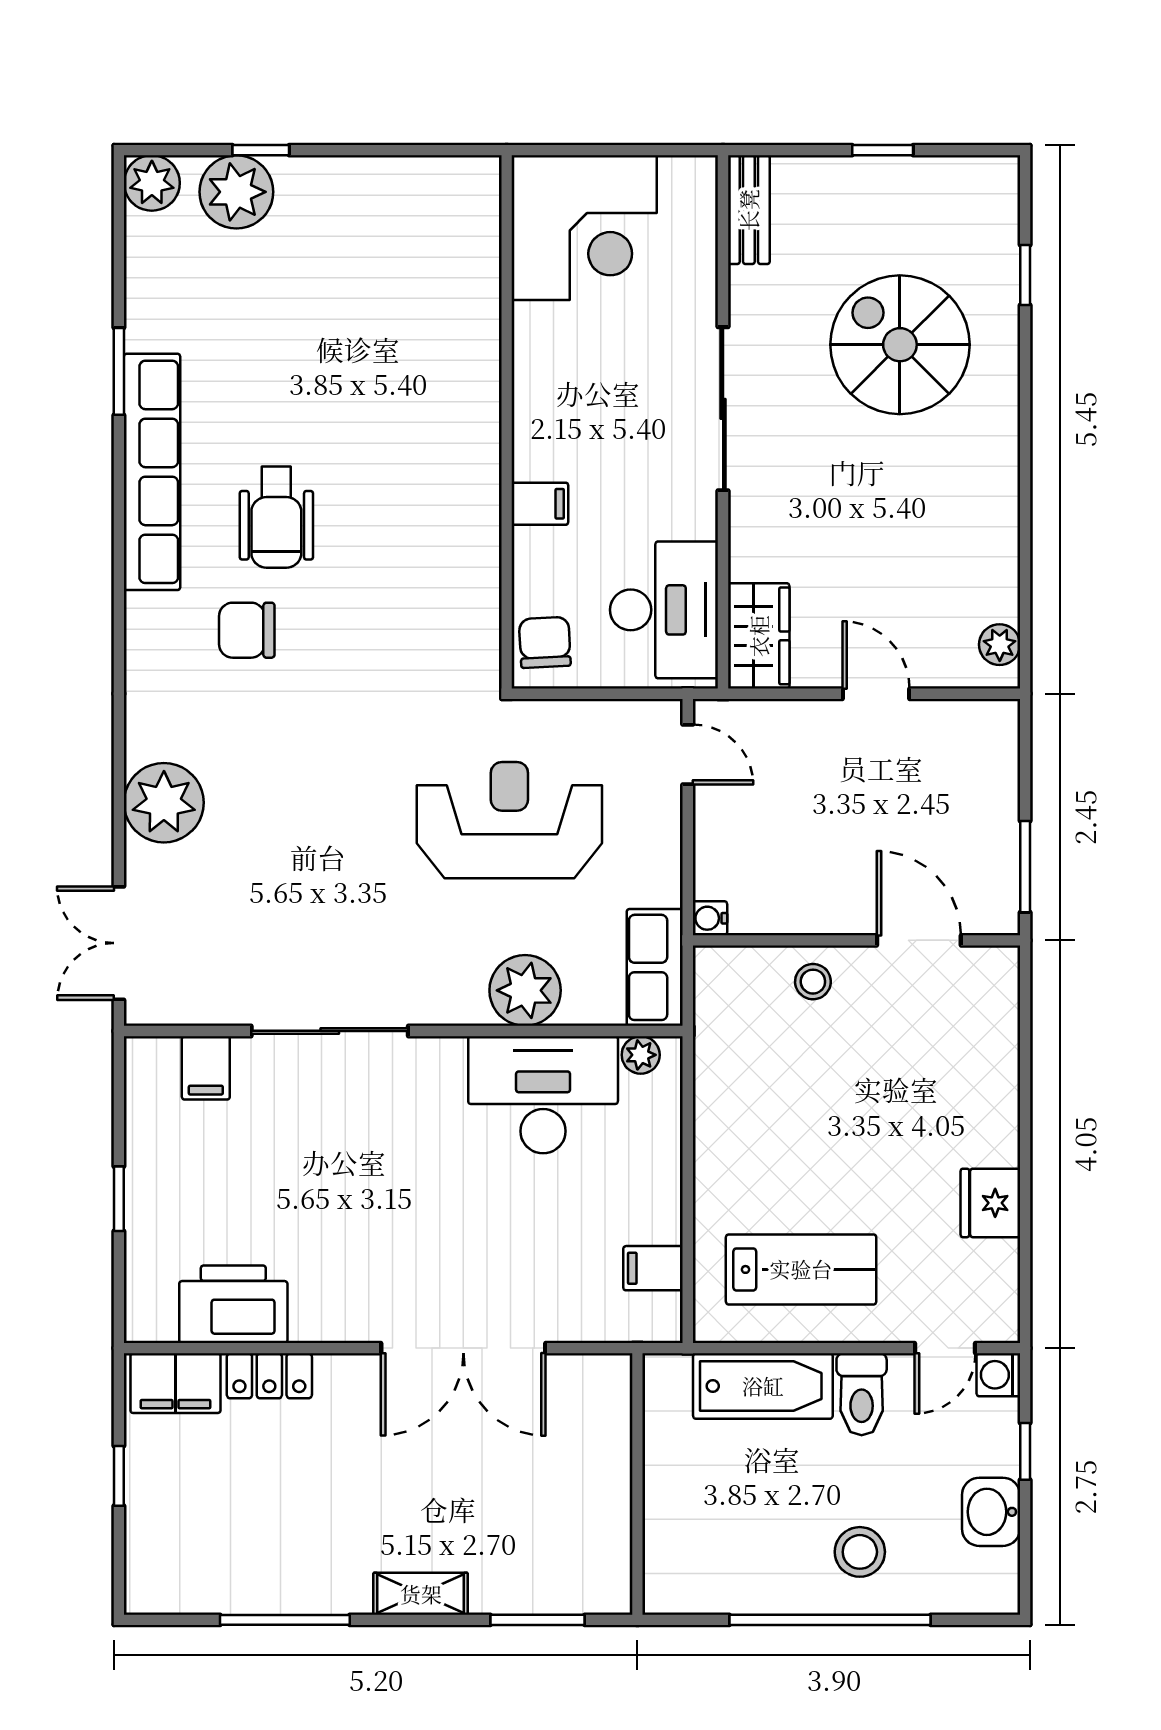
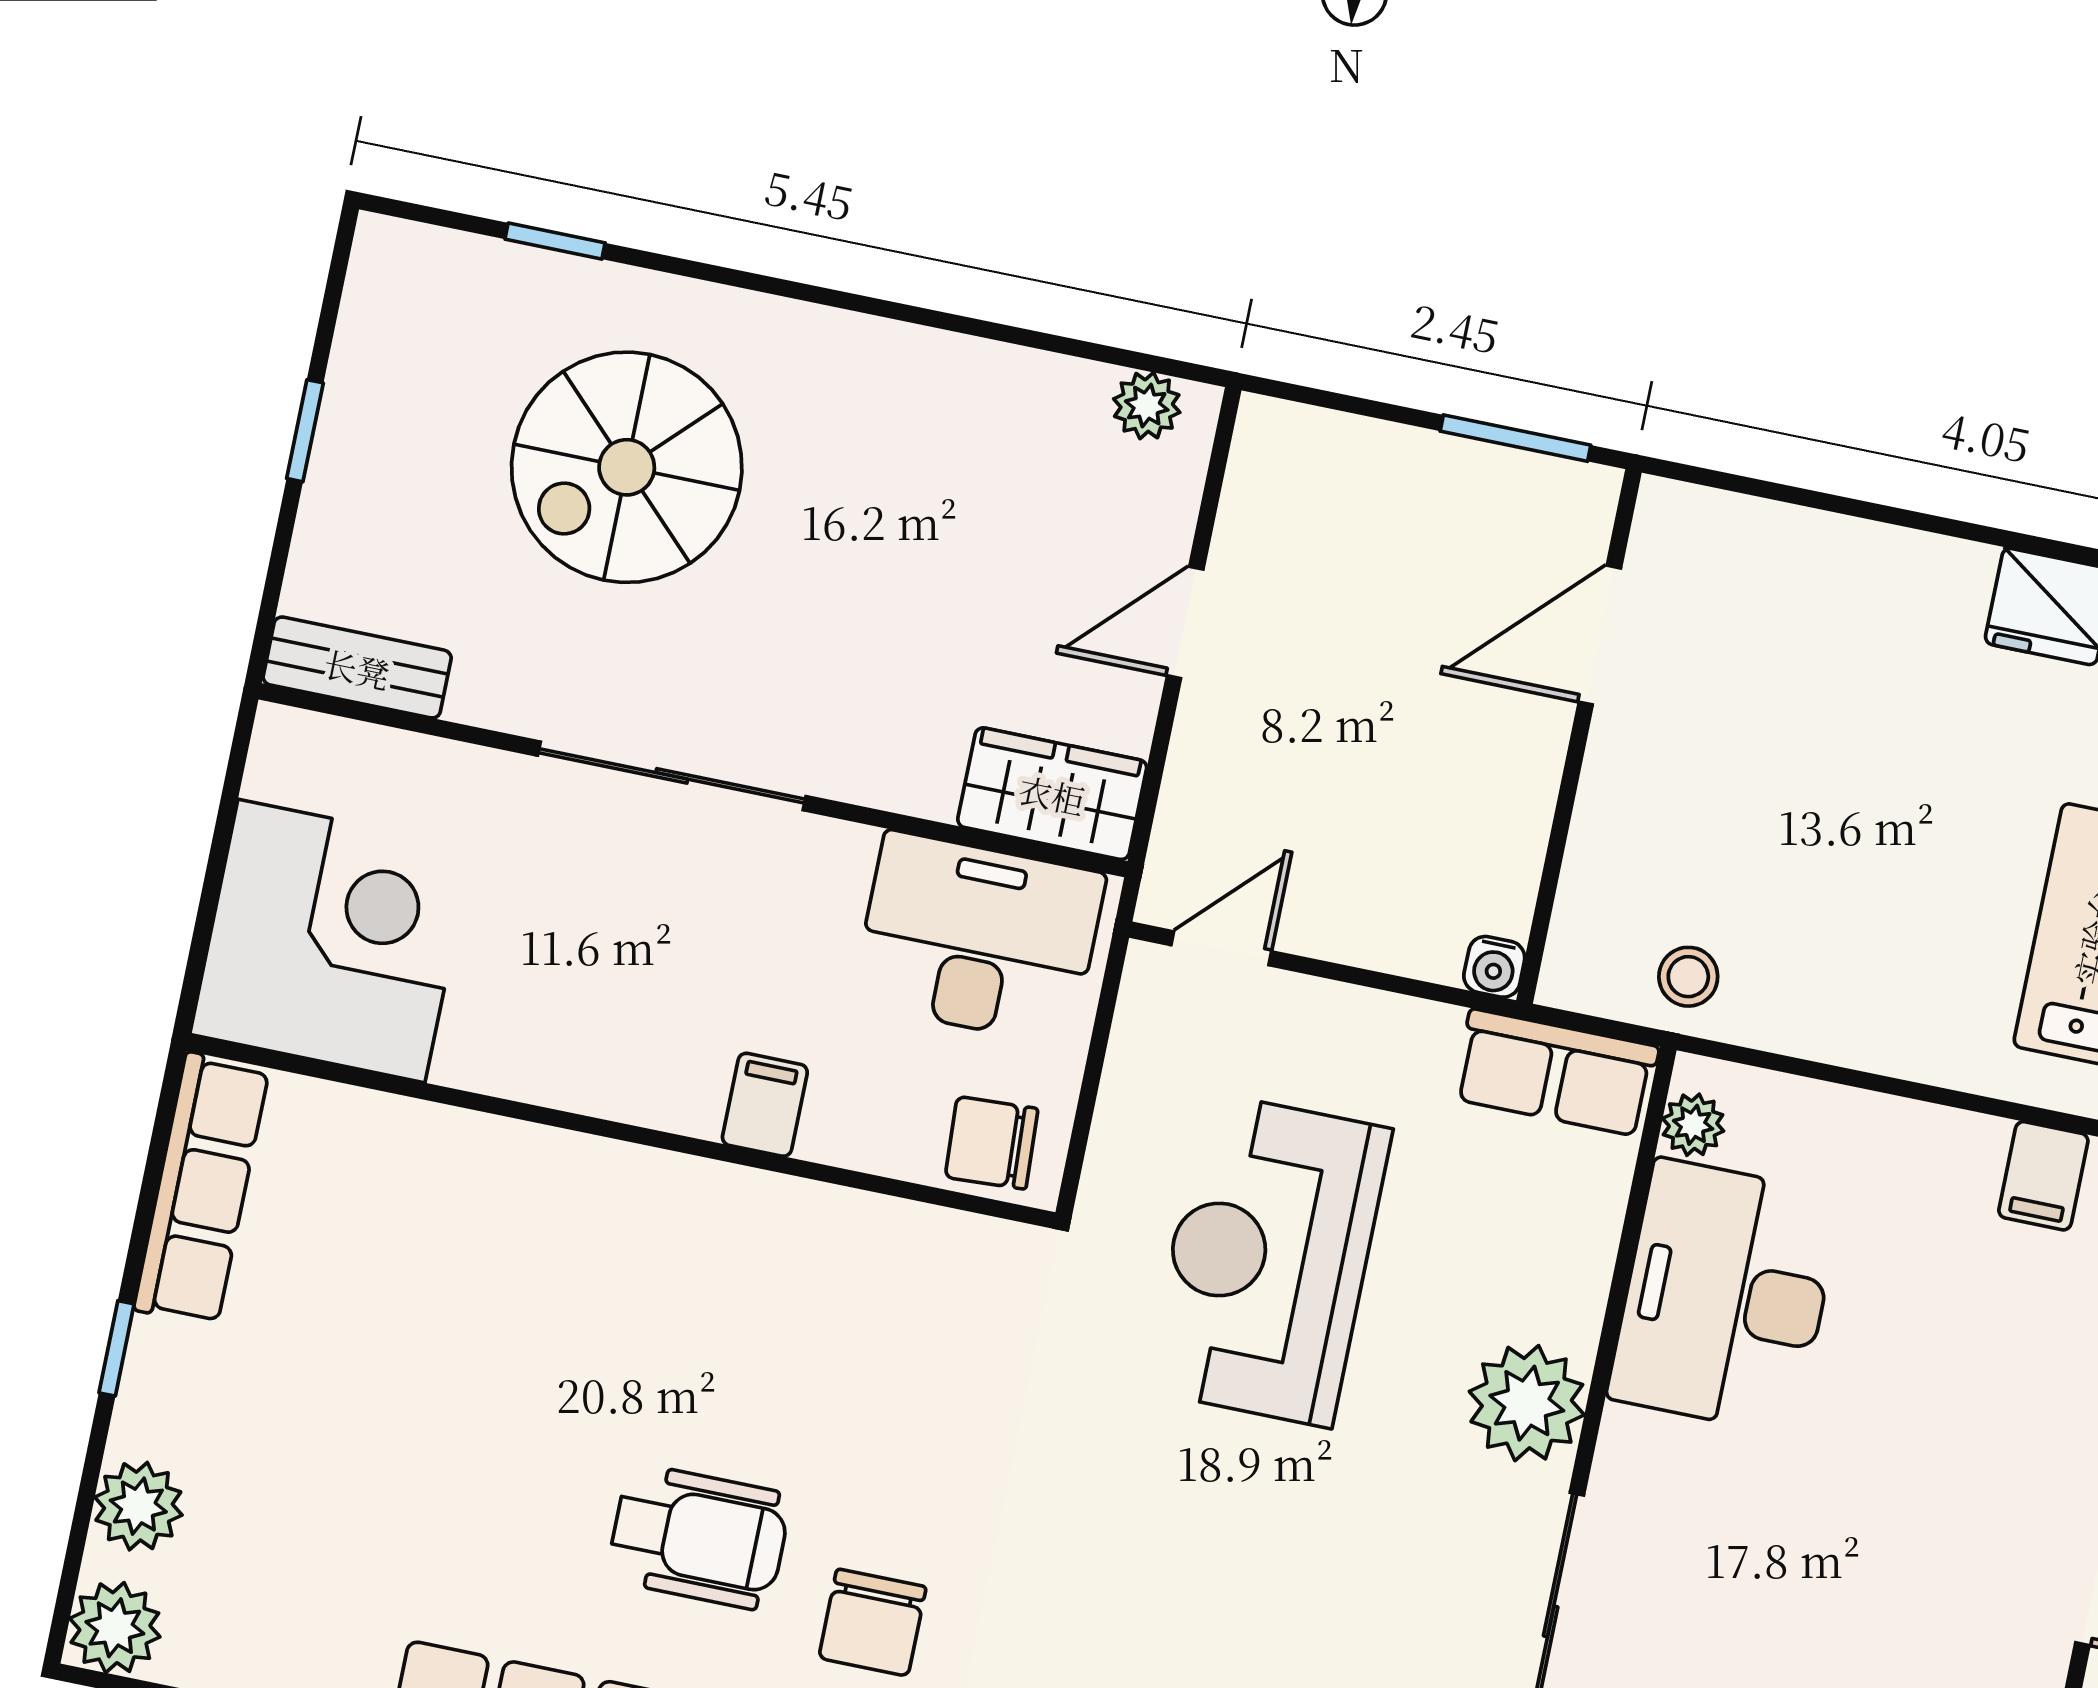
window: (261, 150) -> (117, 1348), moved
row of seats: (422, 181) -> (201, 1189), added
plant: (236, 192) -> (138, 1506), width x0.73, depth x0.73
stool: (813, 982) -> (1688, 977), moved
plant: (525, 990) -> (1527, 1403), moved

